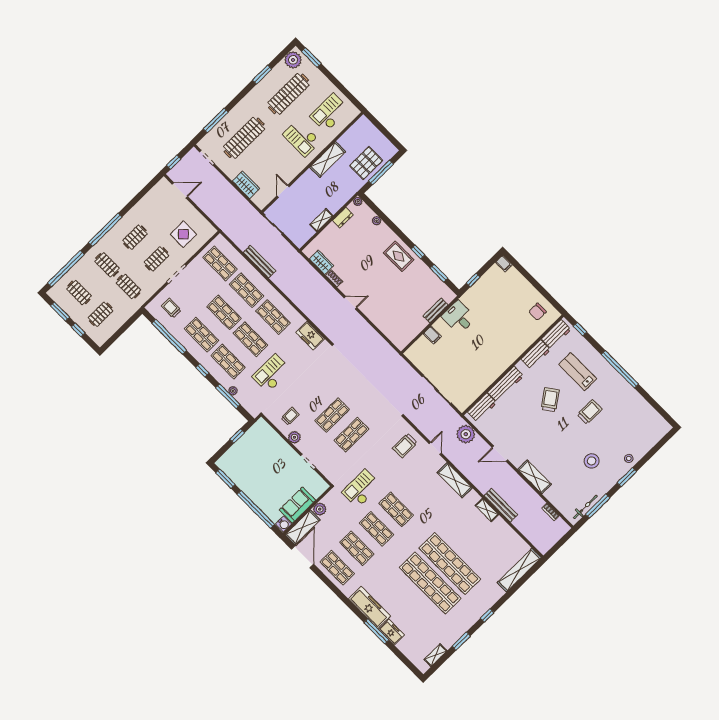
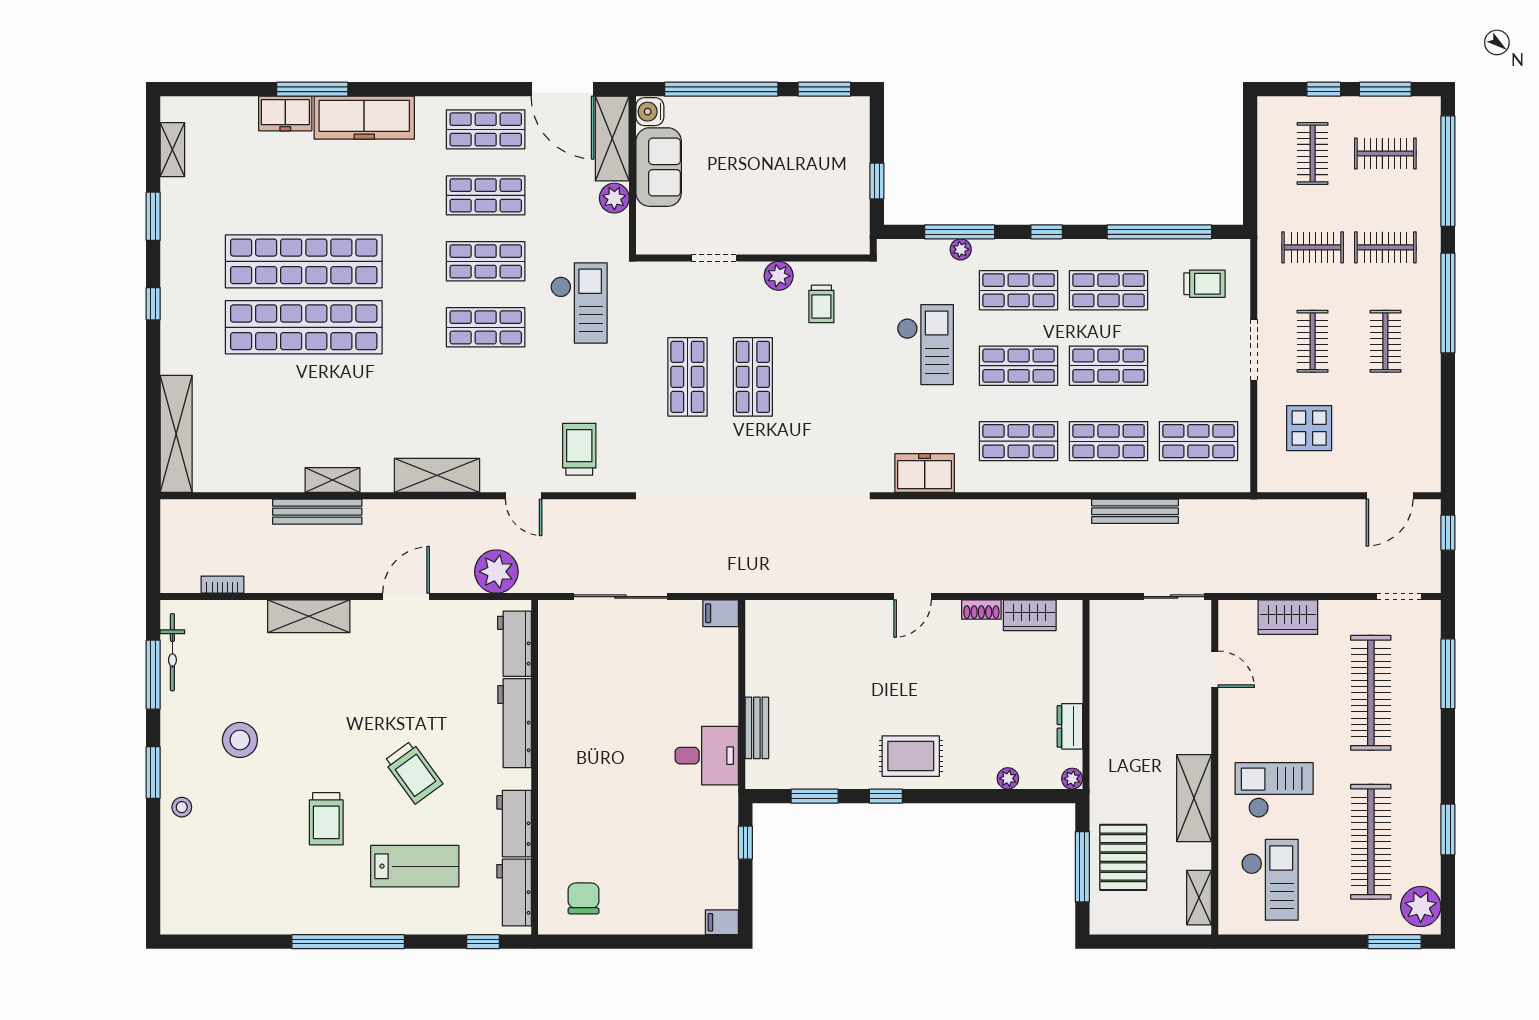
shelving: (321, 220) -> (1199, 898), moved
filing cabinet: (432, 335) -> (721, 613), moved

